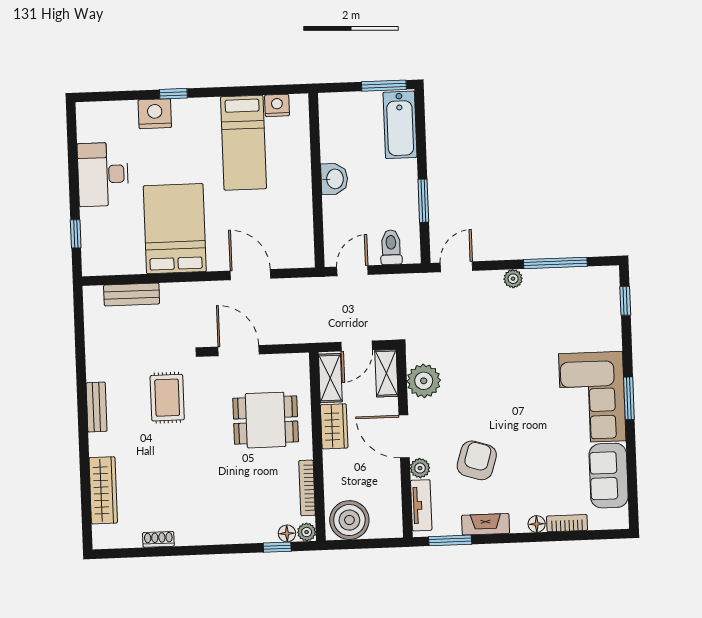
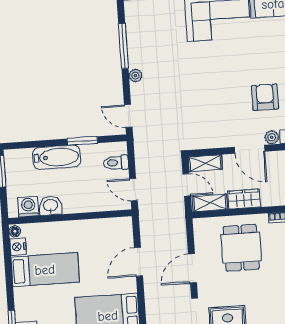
floor lamp: (299, 102) -> (15, 231), added
washing machine: (333, 122) -> (28, 207), added
bathtub: (400, 125) -> (57, 157), moved
washbasin: (334, 179) -> (51, 206), moved
plant: (424, 381) -> (210, 137), removed
door: (404, 436) -> (250, 149), hinge flipped
armchair: (477, 460) -> (265, 97), turned 73

